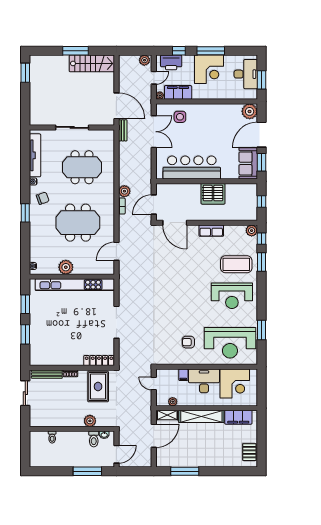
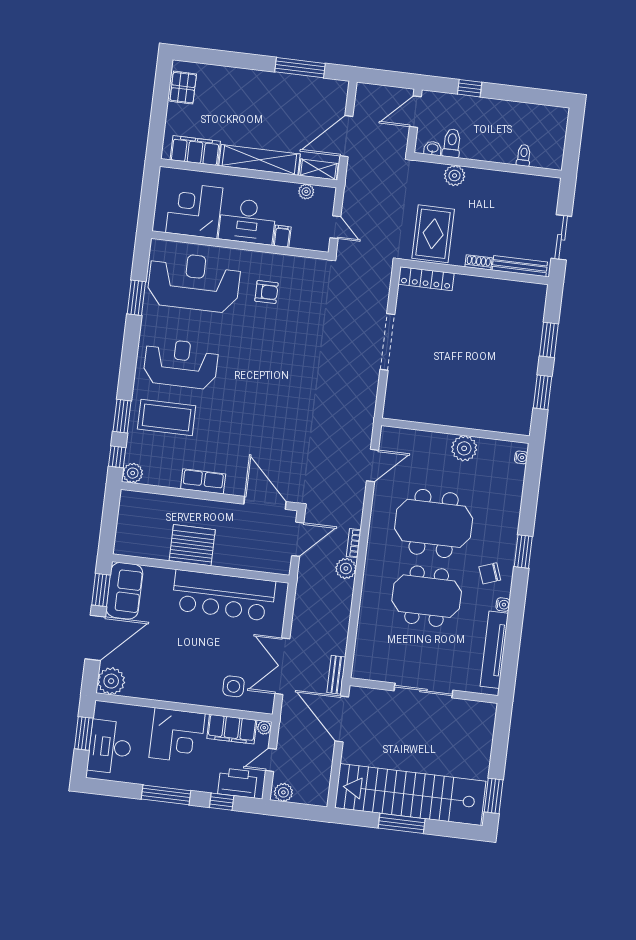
stairs: (92, 63) -> (410, 795), width x1.86, depth x1.51
corner desk: (209, 69) -> (177, 736), moved, turned 180
meeting table: (82, 167) -> (427, 596), moved
window: (261, 202) -> (109, 522), removed
kitchen unit: (75, 285) -> (452, 416), removed
window: (87, 471) -> (470, 88), width x0.46

